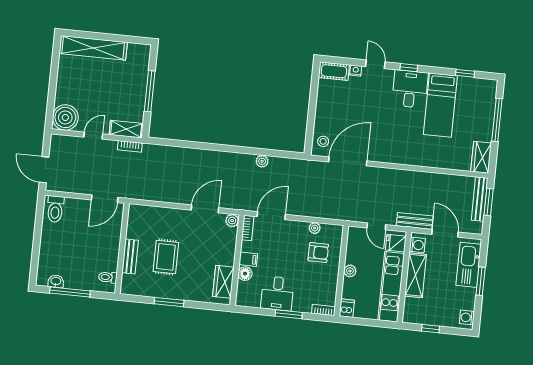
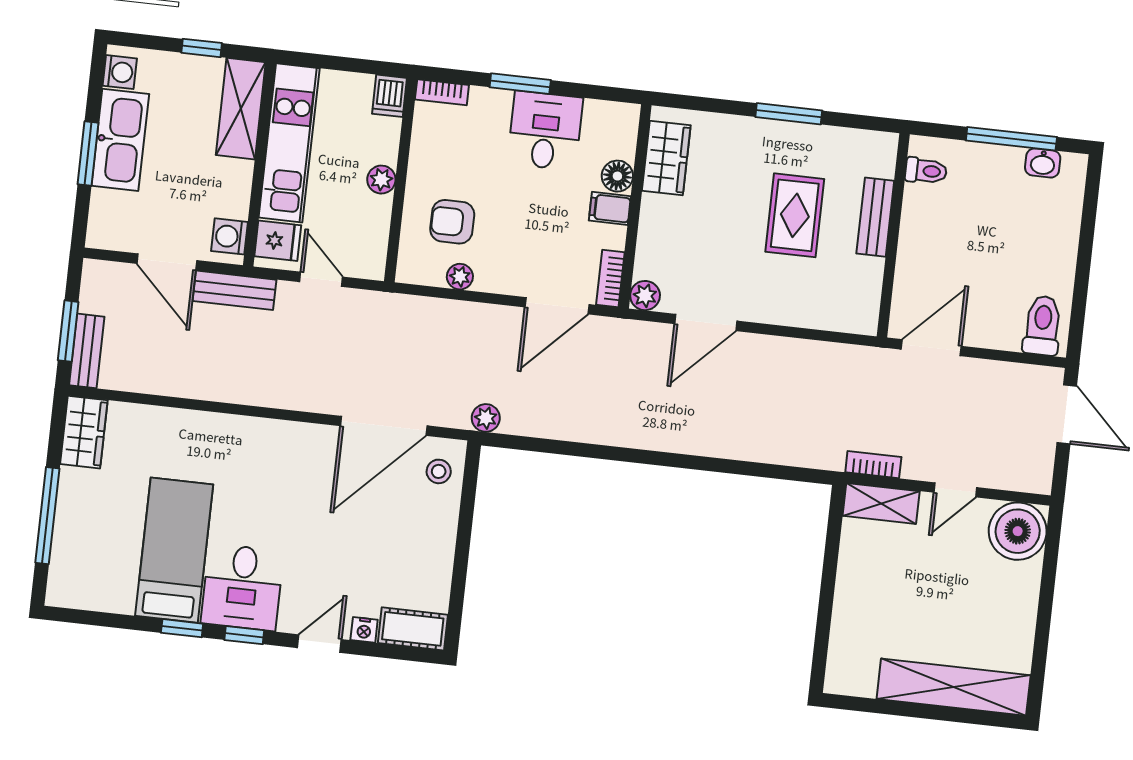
door: (375, 64) -> (319, 644), swing flipped
window: (465, 73) -> (182, 628), moved
window: (150, 91) -> (828, 588), removed
plant: (262, 161) -> (486, 418), moved
bench: (480, 199) -> (87, 351), width x0.73
kitchen sink: (469, 265) -> (120, 140), moved
shelving: (416, 275) -> (241, 109), moved

